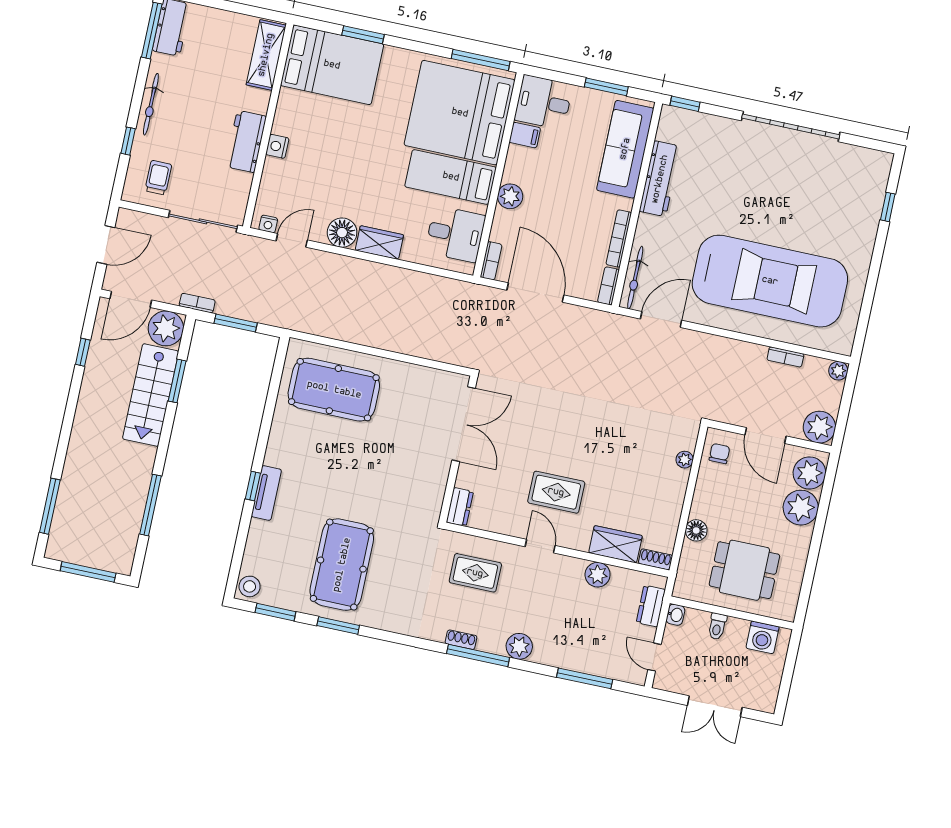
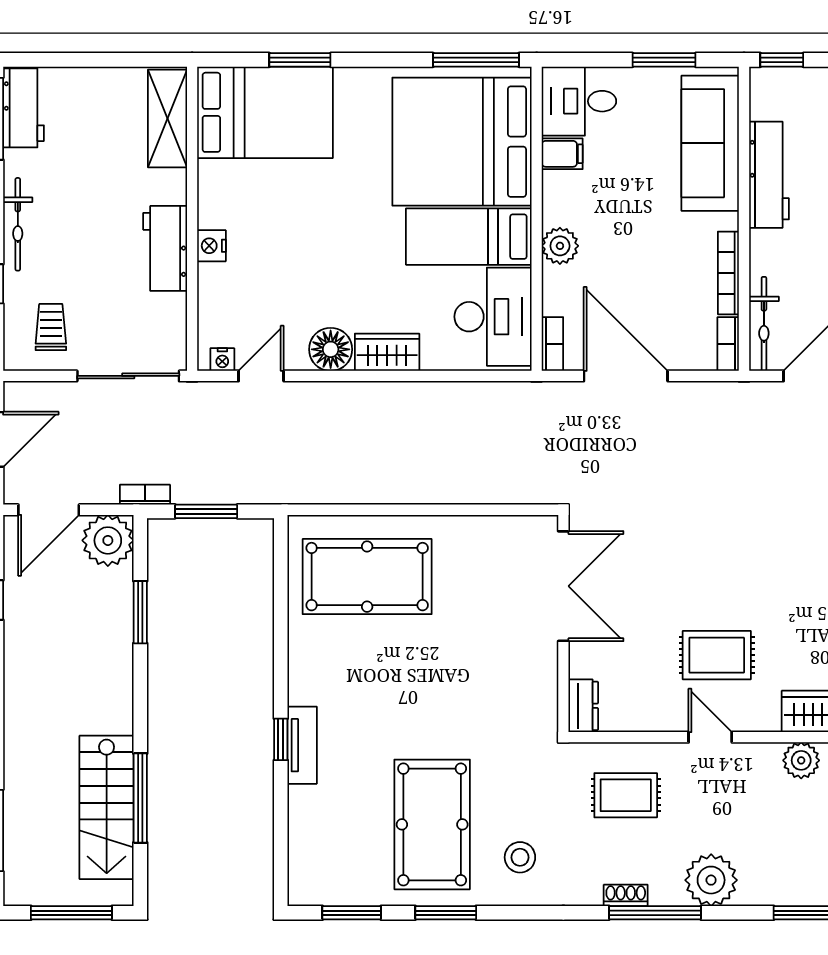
desk: (455, 234) -> (493, 317), width x1.37
stairs: (151, 395) -> (107, 807), moved
stool: (250, 586) -> (520, 857), moved
plant: (519, 646) -> (711, 880), width x1.36, depth x1.36

